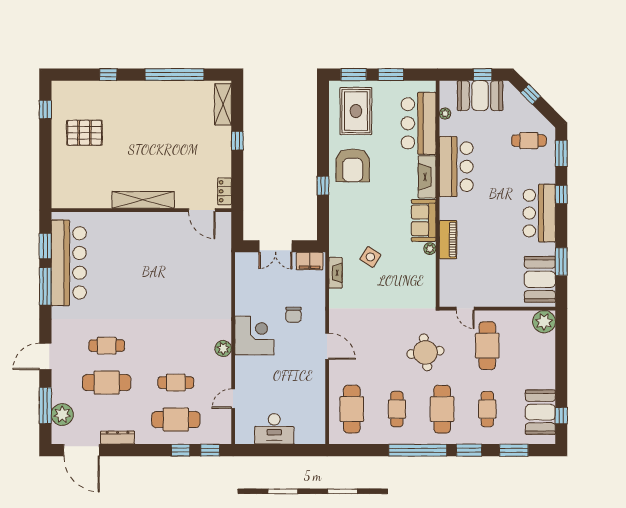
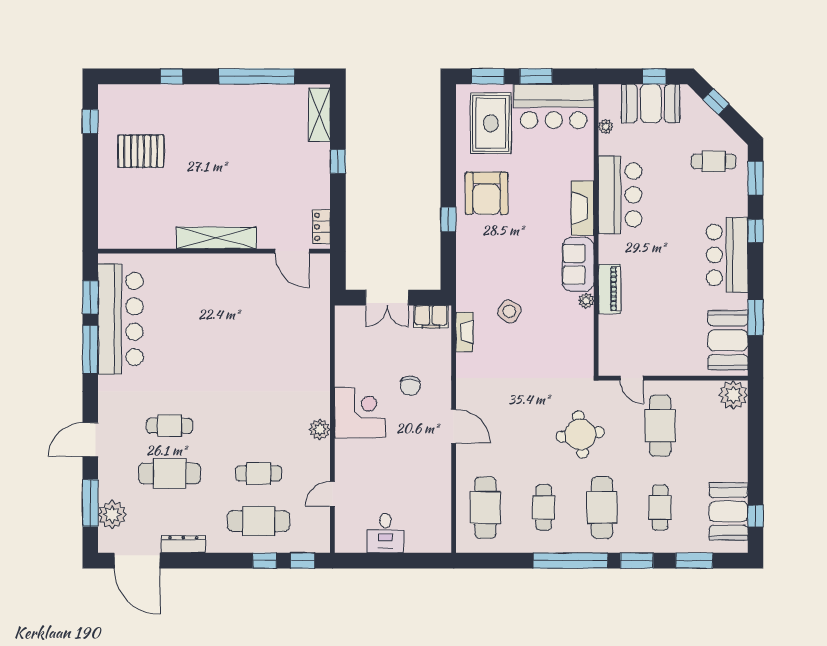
bar counter: (419, 123) -> (554, 106), moved, turned -90
desk: (274, 429) -> (385, 533), width x0.73

